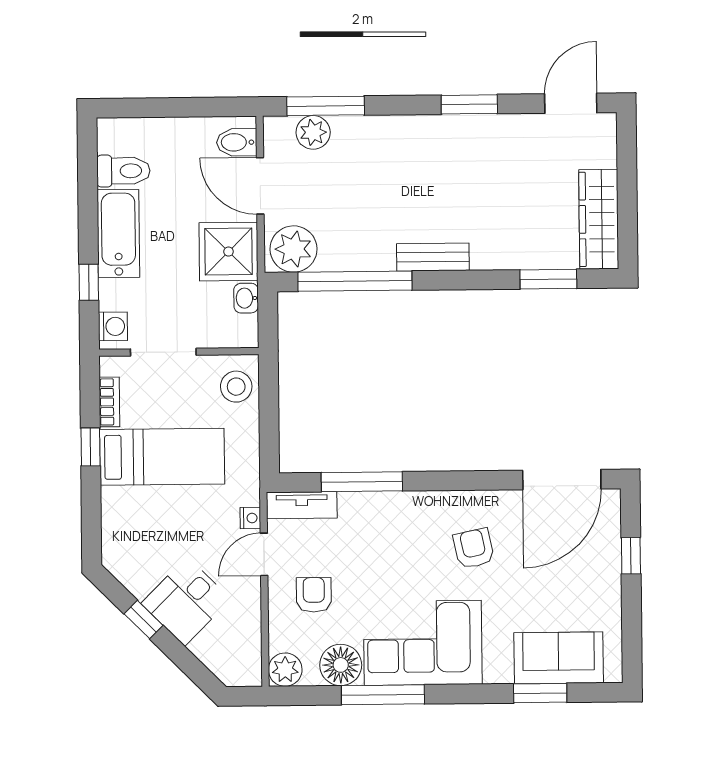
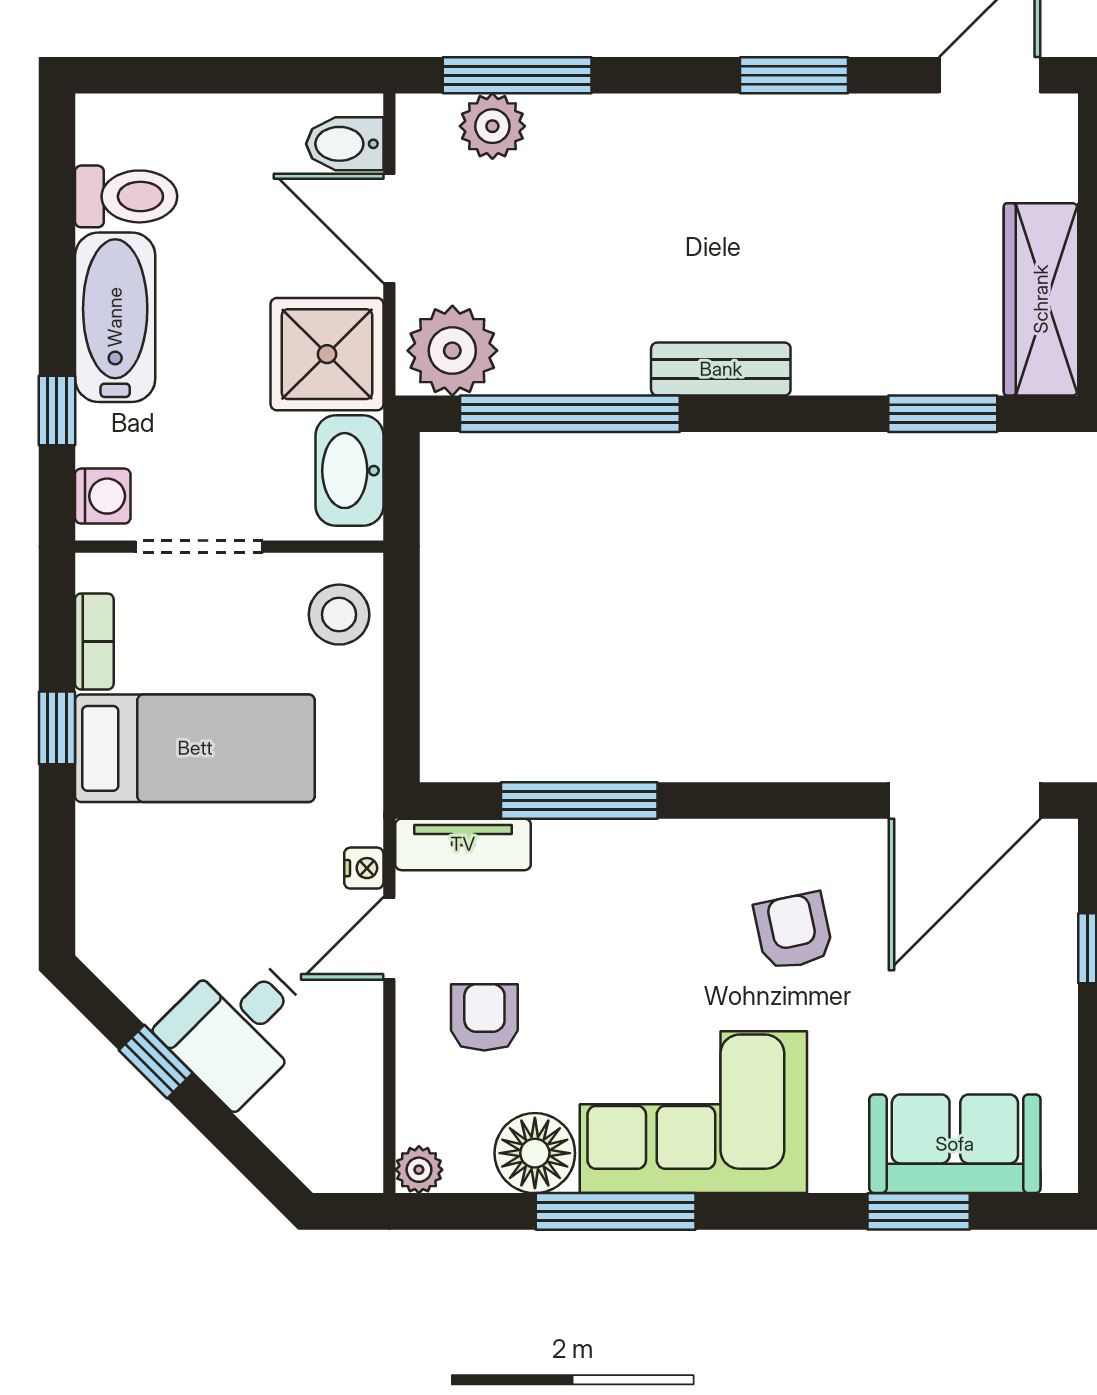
washbasin: (246, 298) -> (349, 471), width x1.91, depth x1.45
plant: (285, 670) -> (419, 1170), width x0.73, depth x0.73

